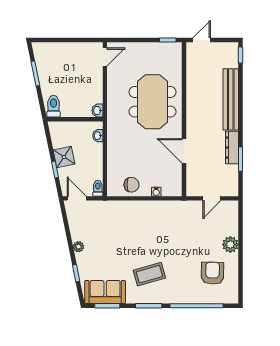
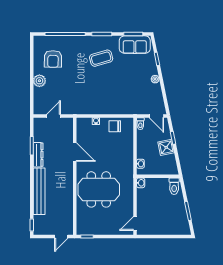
meeting table: (153, 102) -> (99, 189), turned 90

